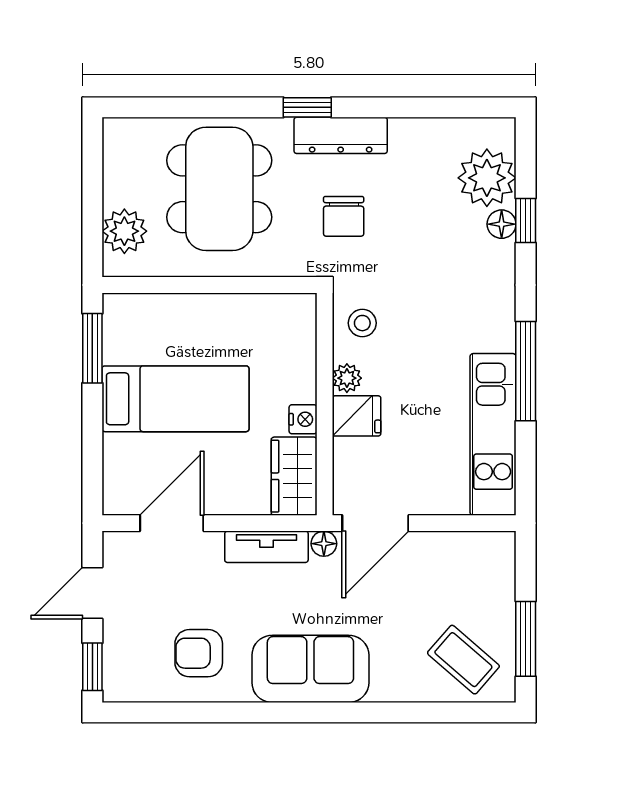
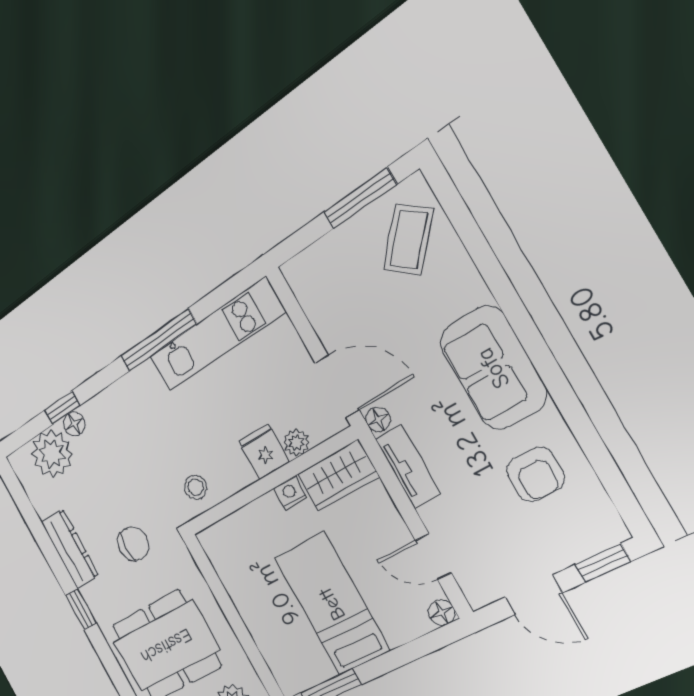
dresser: (341, 135) -> (70, 549), moved
plant: (347, 378) -> (296, 443), moved
floor lamp: (116, 502) -> (442, 612), added
door: (172, 523) -> (433, 557), width x0.73

